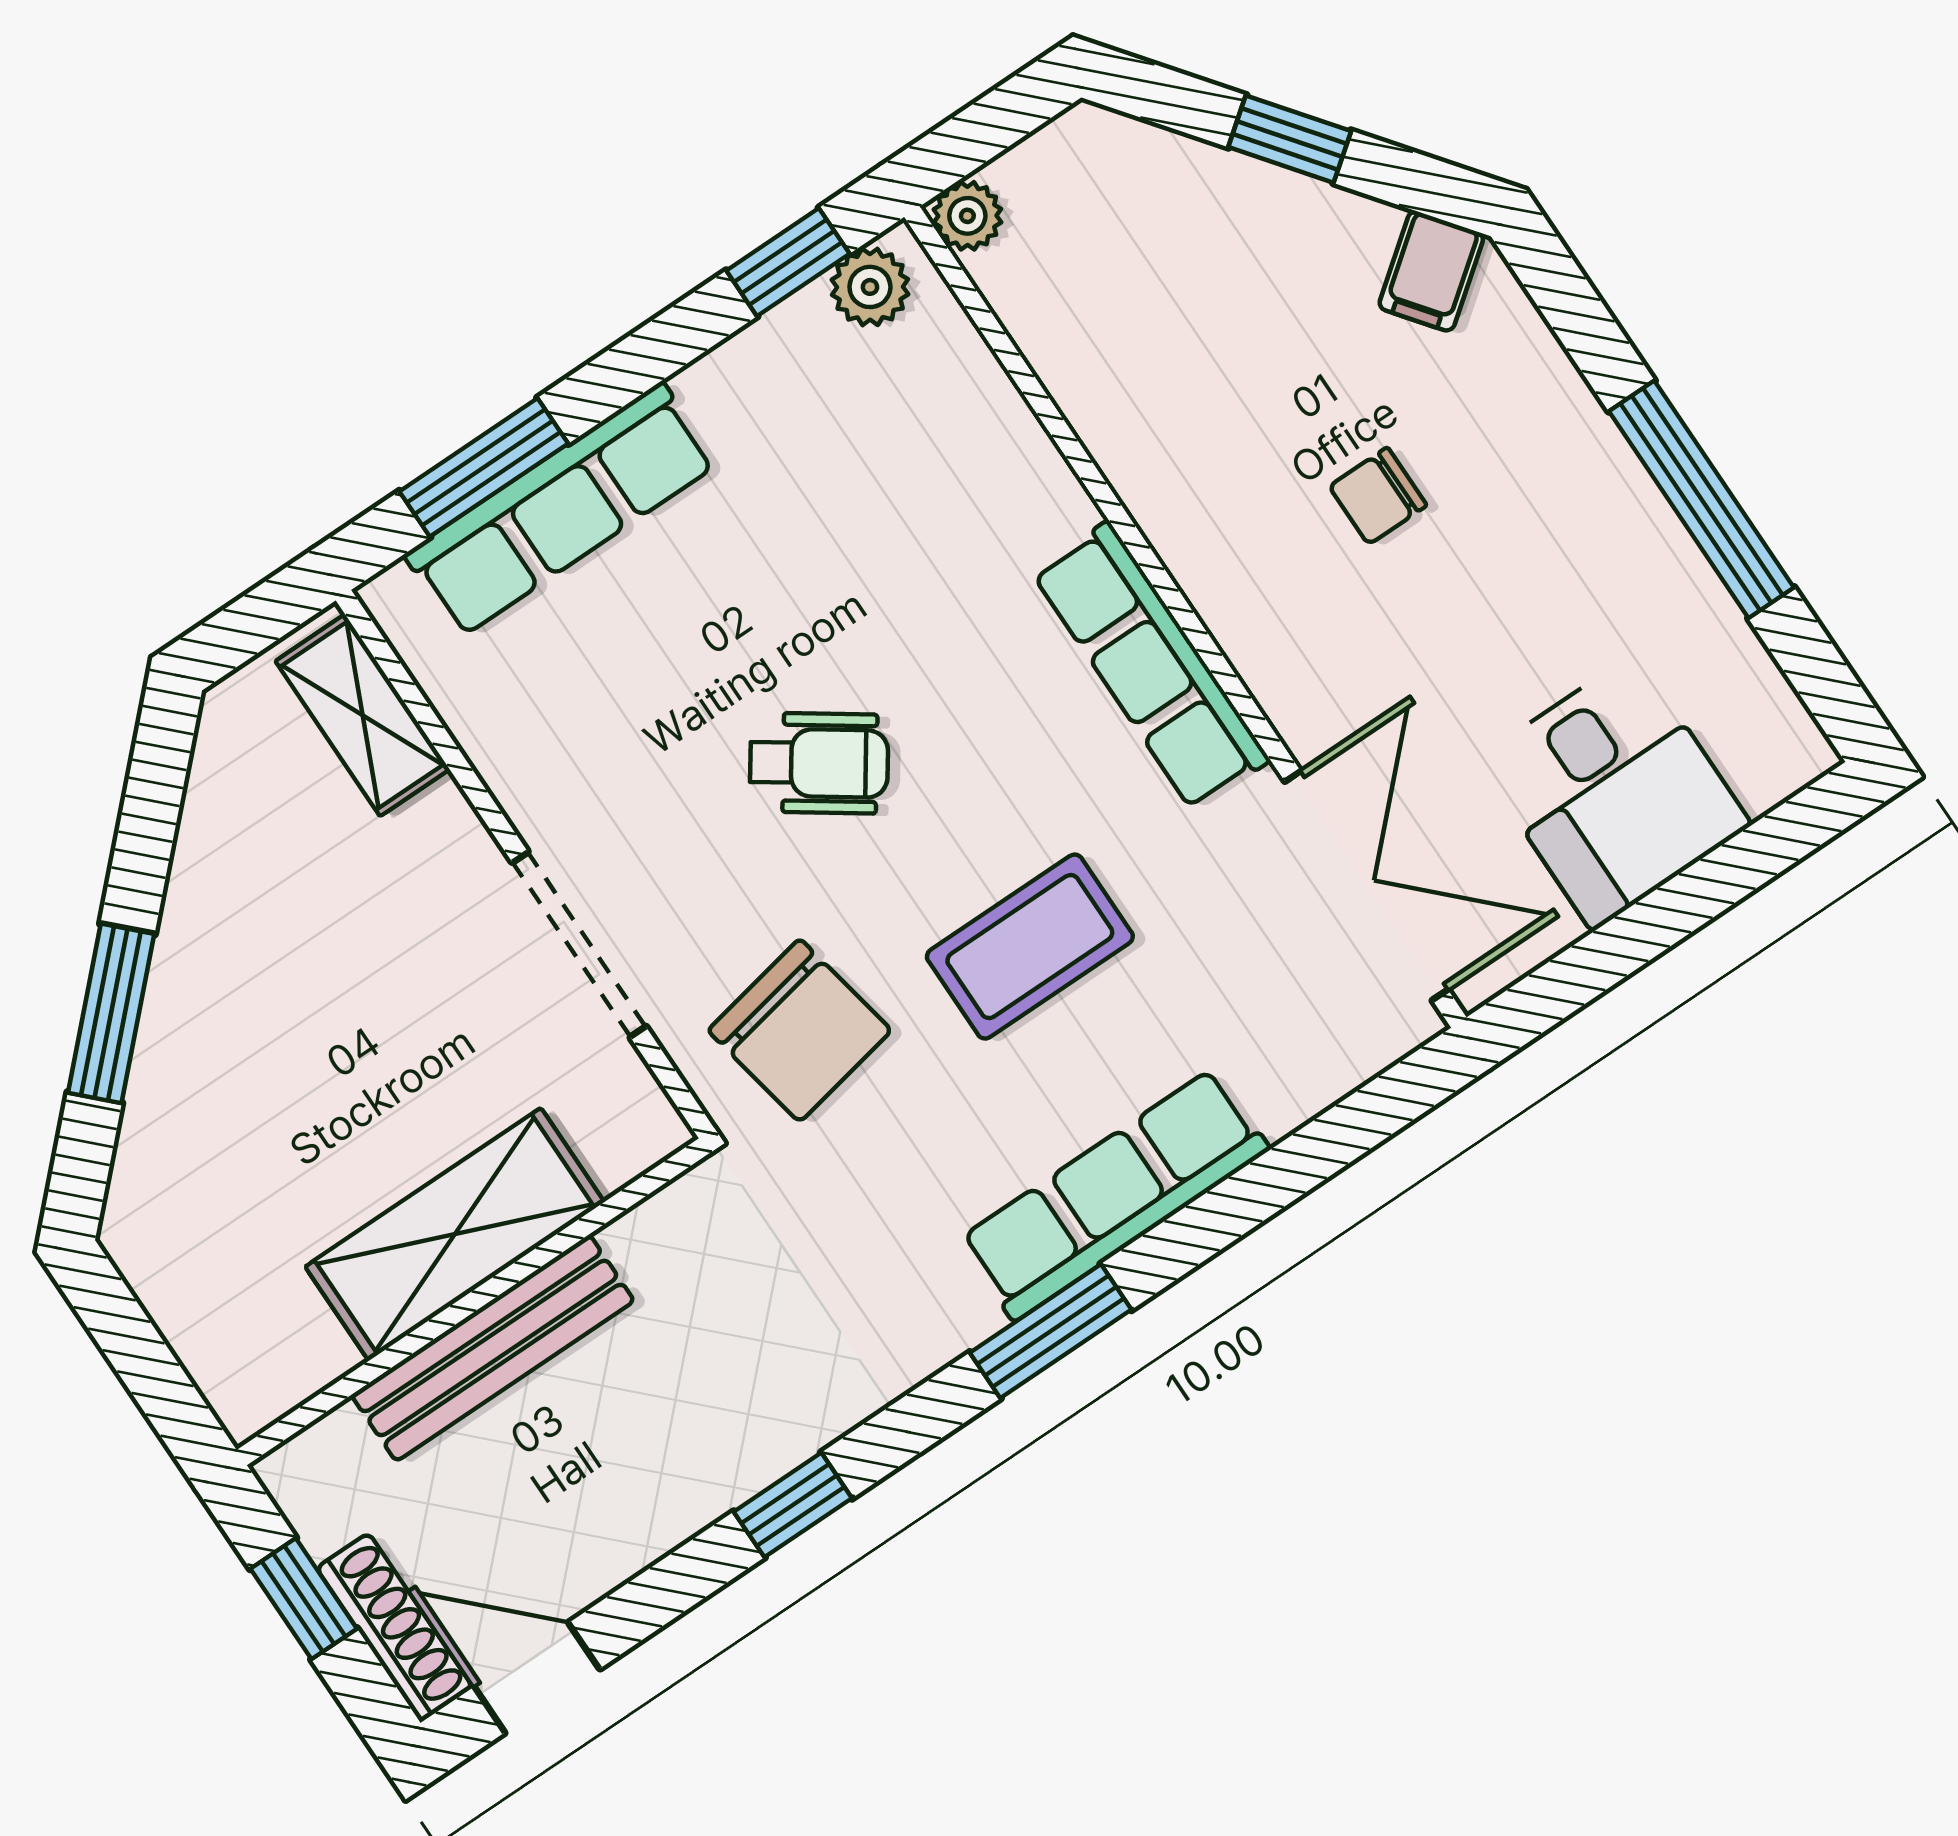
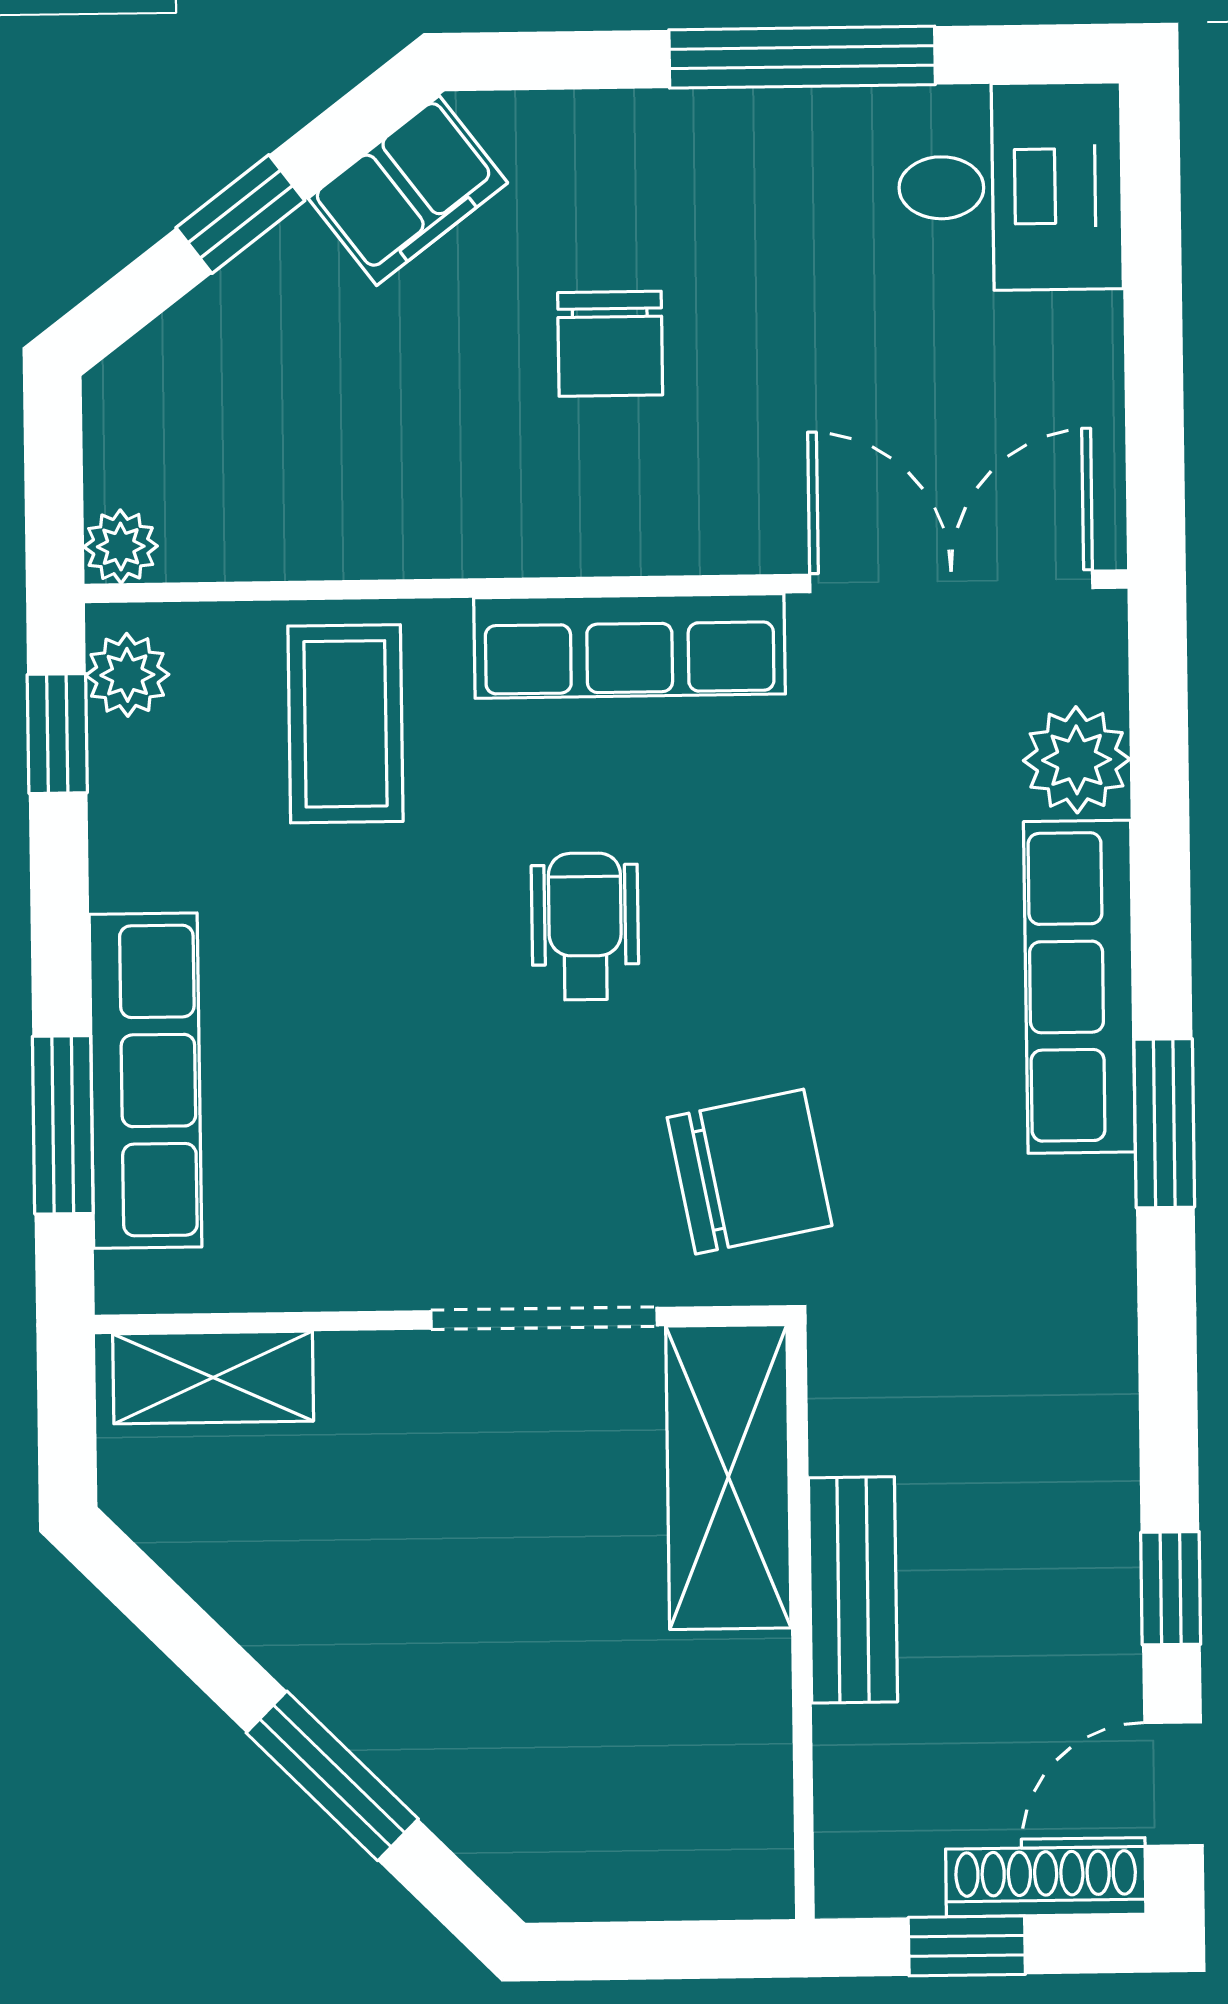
filing cabinet: (1431, 271) -> (408, 191), width x2.00
chair: (1378, 496) -> (610, 344), width x1.37, depth x1.37
wheelchair: (819, 763) -> (585, 926), moved, turned -35
desk: (1614, 792) -> (1010, 187), moved
coffee table: (1030, 947) -> (345, 724), moved
plant: (1291, 1076) -> (1077, 760), added
shelving: (455, 1234) -> (728, 1477), moved
bench: (493, 1348) -> (853, 1590), width x0.73
window: (793, 1505) -> (1171, 1588), moved

